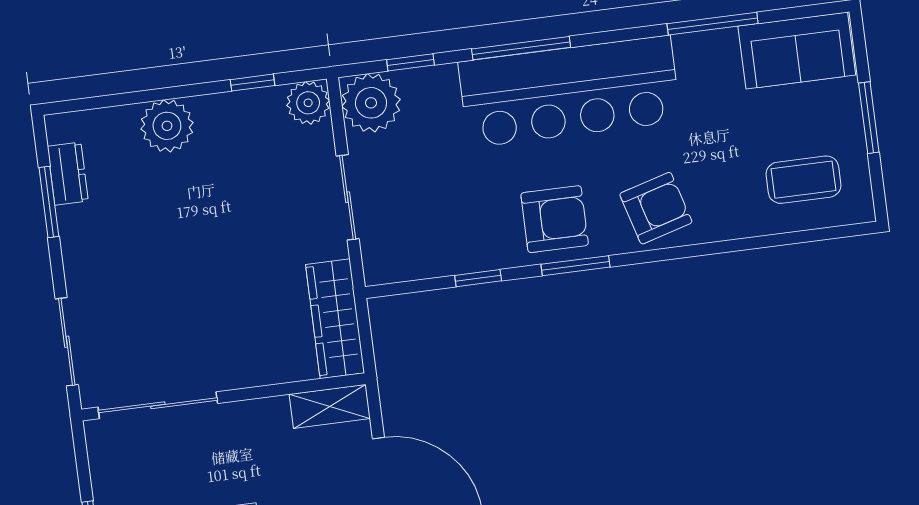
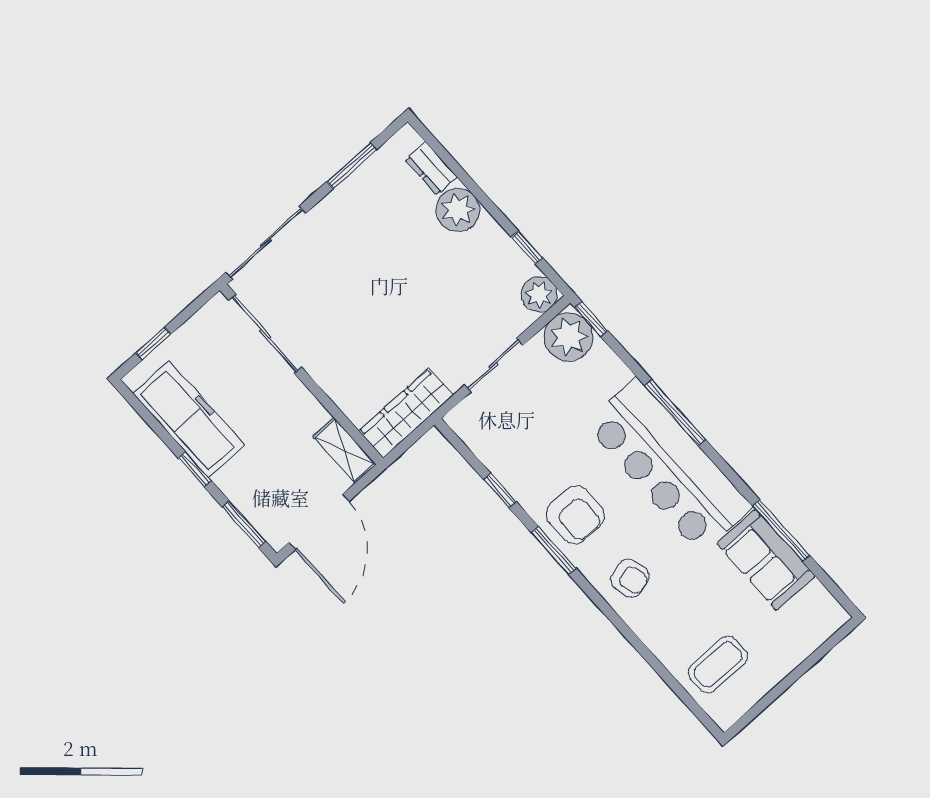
sofa: (797, 51) -> (766, 560), moved
window: (411, 62) -> (591, 319), moved
window: (869, 118) -> (790, 680), removed
dresser: (68, 174) -> (431, 168), moved, turned 90
coffee table: (803, 180) -> (718, 664), turned 90
armchair: (656, 208) -> (630, 578), width x0.72, depth x0.72
sliding door: (67, 342) -> (266, 243), width x1.37

